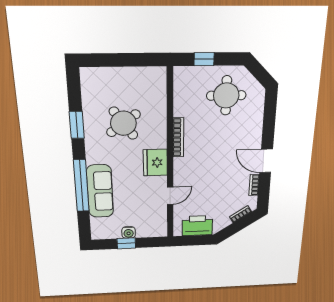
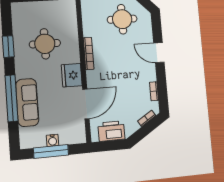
round table: (123, 123) -> (45, 44), turned 36
door: (266, 161) -> (159, 53), moved
door: (170, 196) -> (86, 104), width x1.87
window: (126, 243) -> (51, 151), width x2.17

